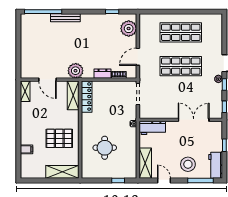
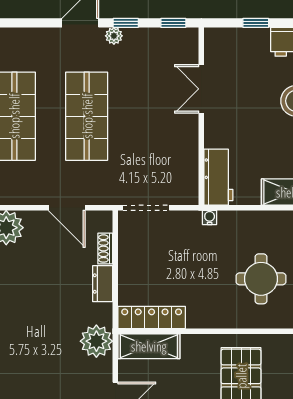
double door: (194, 120) -> (201, 89), width x0.73

